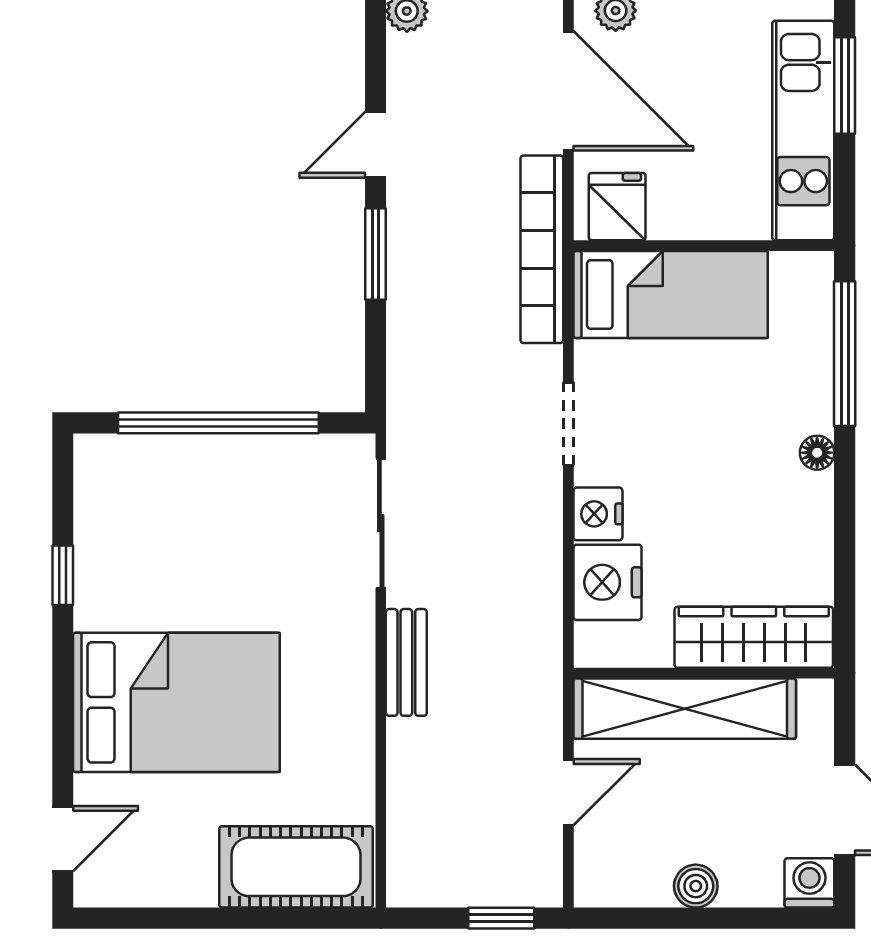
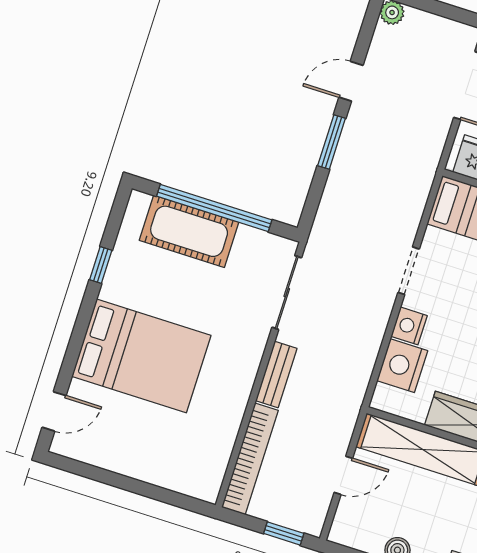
bookcase: (542, 249) -> (250, 459), moved, turned 180
cot: (296, 867) -> (189, 231), moved

